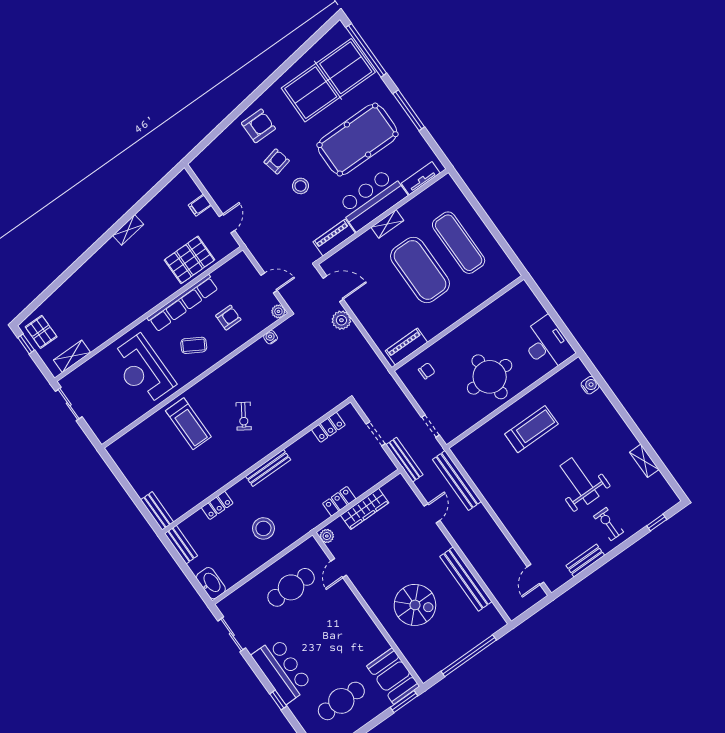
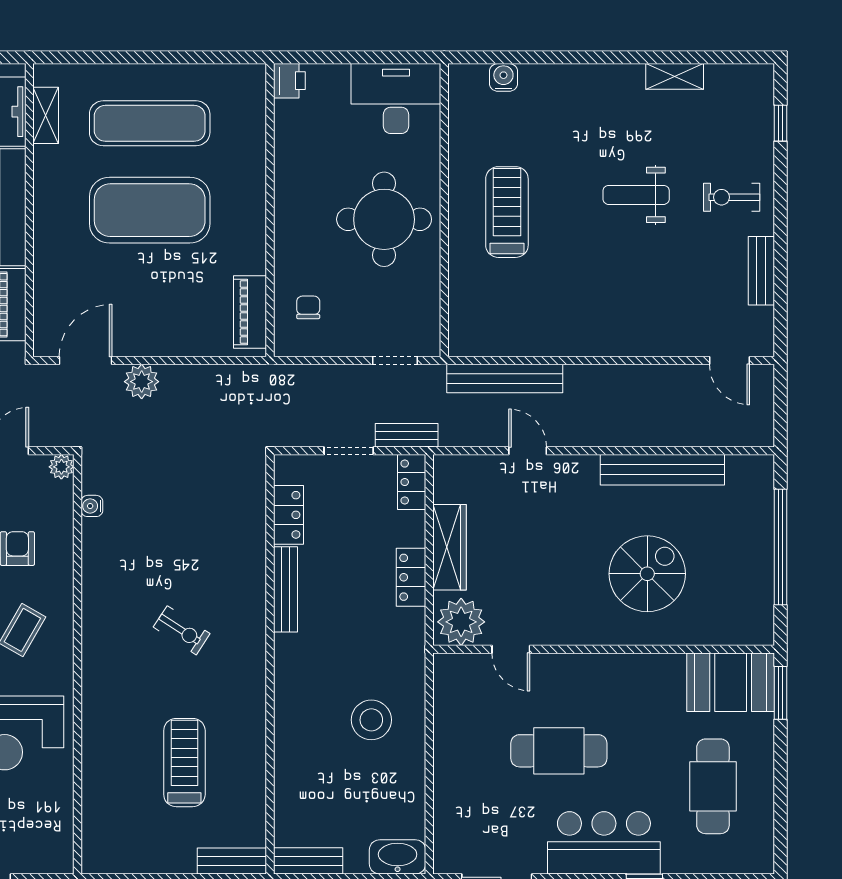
shelving: (387, 224) -> (46, 115), moved
printer: (521, 291) -> (289, 81), added
treadmill: (188, 424) -> (184, 763), moved, turned -90
bench: (404, 460) -> (407, 435), width x0.73
bench: (268, 468) -> (286, 589), moved
weight bench: (580, 481) -> (636, 195), width x0.73, depth x0.75
locker: (217, 505) -> (412, 482), moved, turned 180
plant: (327, 536) -> (461, 622), width x1.88, depth x1.88
cafe table: (291, 587) -> (559, 751), moved, turned 90

